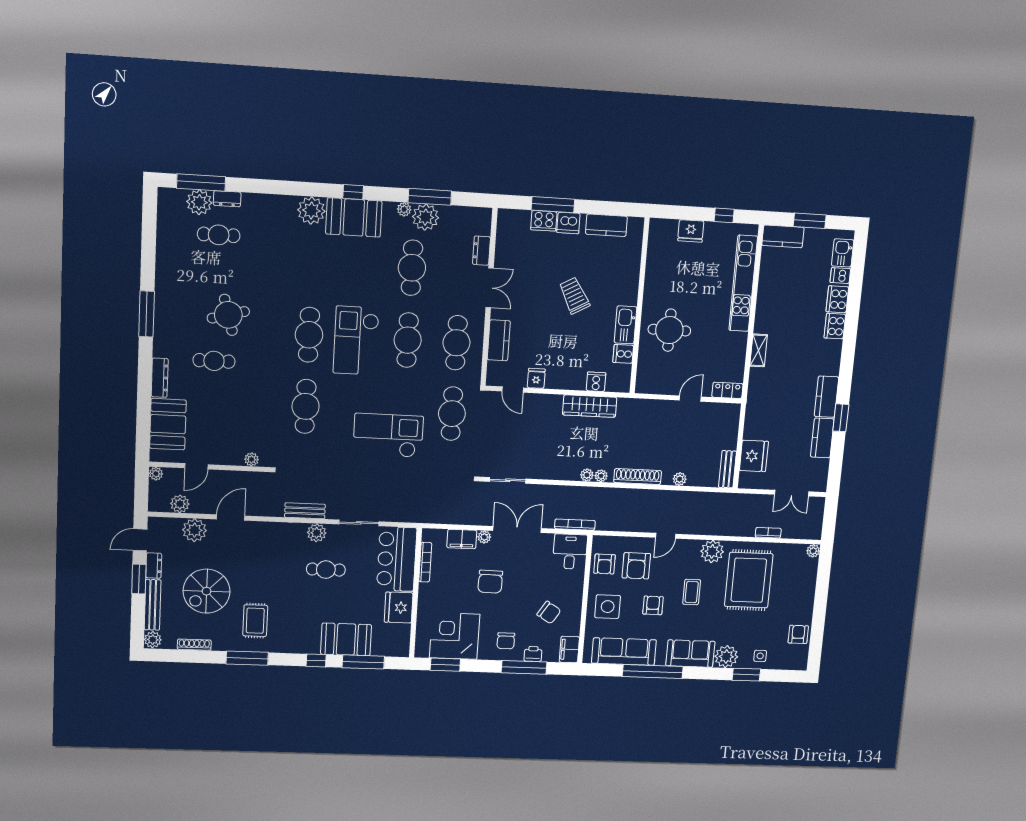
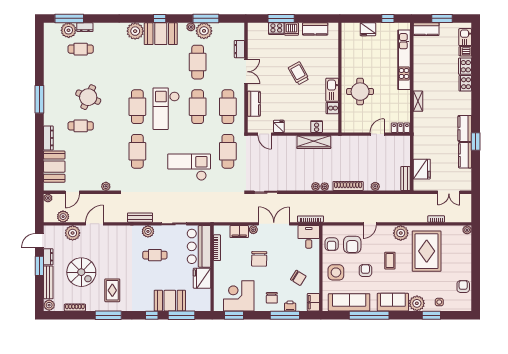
round table: (228, 315) -> (88, 97), turned 38
spiral stairs: (207, 591) -> (81, 272), turned -90

